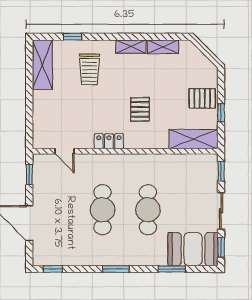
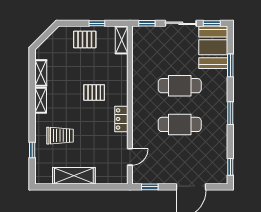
shelving: (42, 65) -> (74, 176), moved
pallet: (202, 98) -> (85, 39), turned 90
shelving: (193, 139) -> (122, 40), width x0.67, depth x0.75

